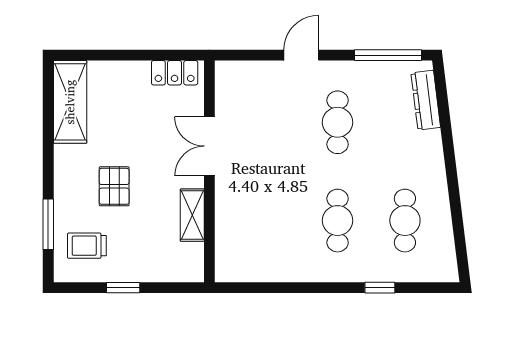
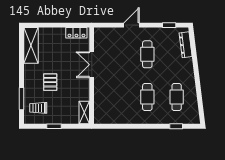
window: (388, 55) -> (169, 25), width x0.46
shelving: (192, 215) -> (84, 113), moved
window: (380, 288) -> (176, 126), moved

